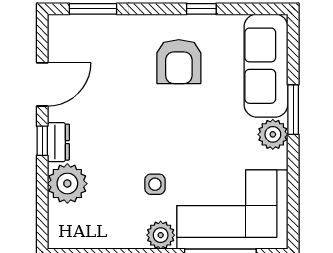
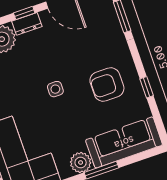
side table: (155, 184) -> (55, 89), moved

